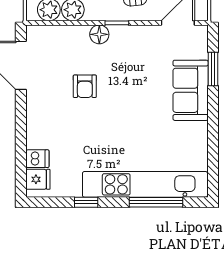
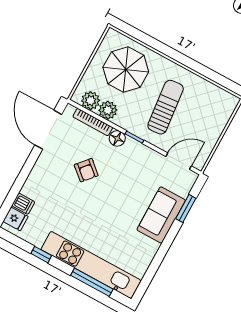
bookcase: (64, 31) -> (93, 122), added
armchair: (85, 86) -> (86, 170), turned -49

